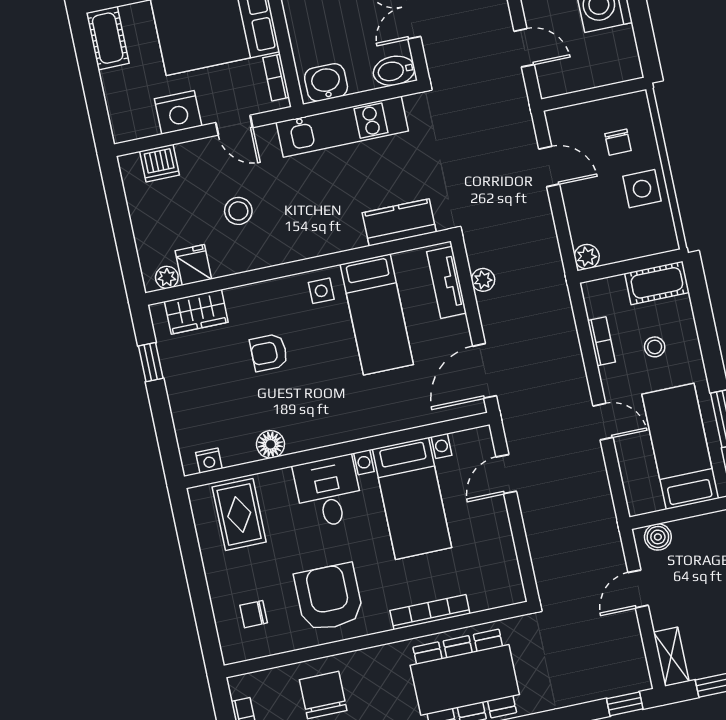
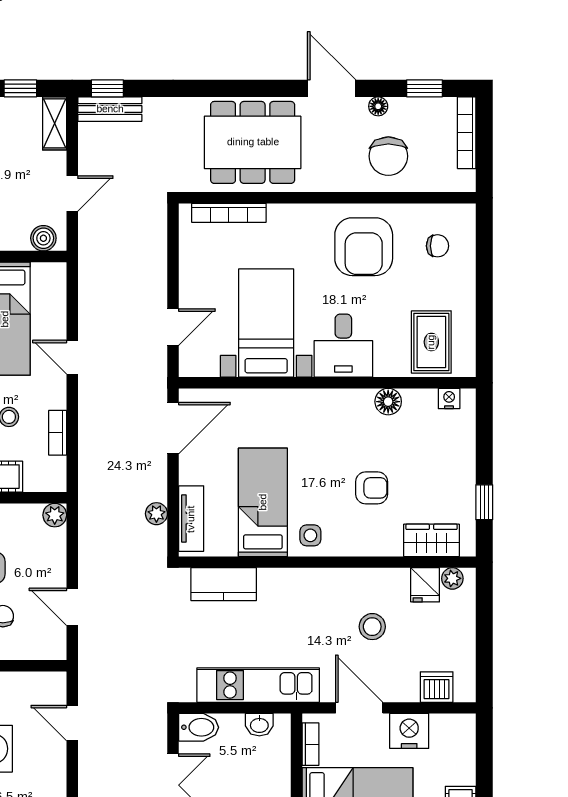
washbasin: (326, 82) -> (259, 725), width x0.72, depth x0.69
door: (234, 125) -> (359, 708), width x1.37
bookcase: (430, 612) -> (229, 213), moved
bench: (618, 683) -> (110, 109), added

